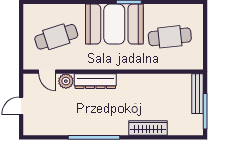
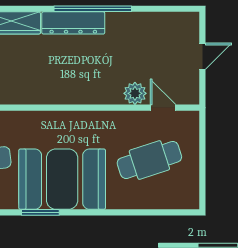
dresser: (95, 81) -> (73, 23), moved, turned 180

